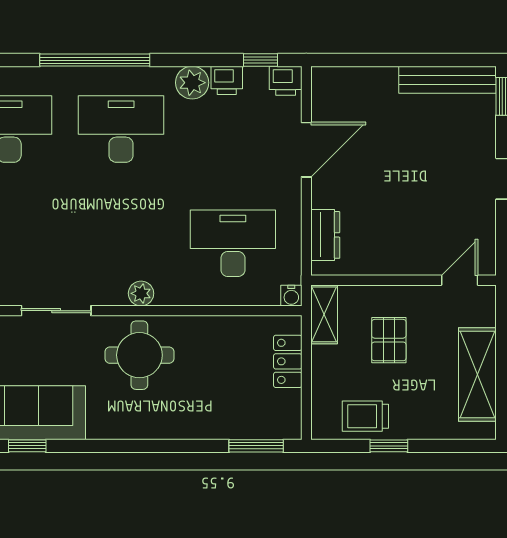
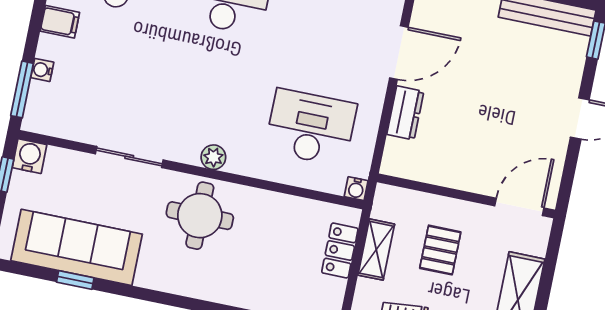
dresser: (325, 235) -> (405, 113), moved
door: (460, 280) -> (519, 207), width x1.38
shelving: (324, 314) -> (376, 250), moved

